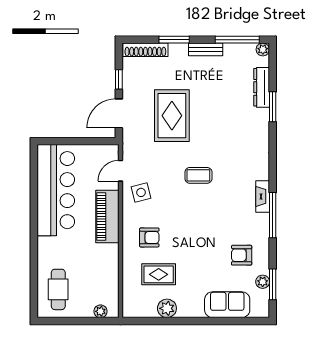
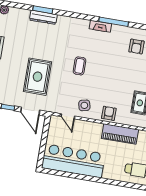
dresser: (262, 87) -> (43, 17), moved
rug: (172, 116) -> (38, 77), turned 90
piano: (107, 217) -> (120, 134), moved
armchair: (149, 237) -> (109, 113), moved

